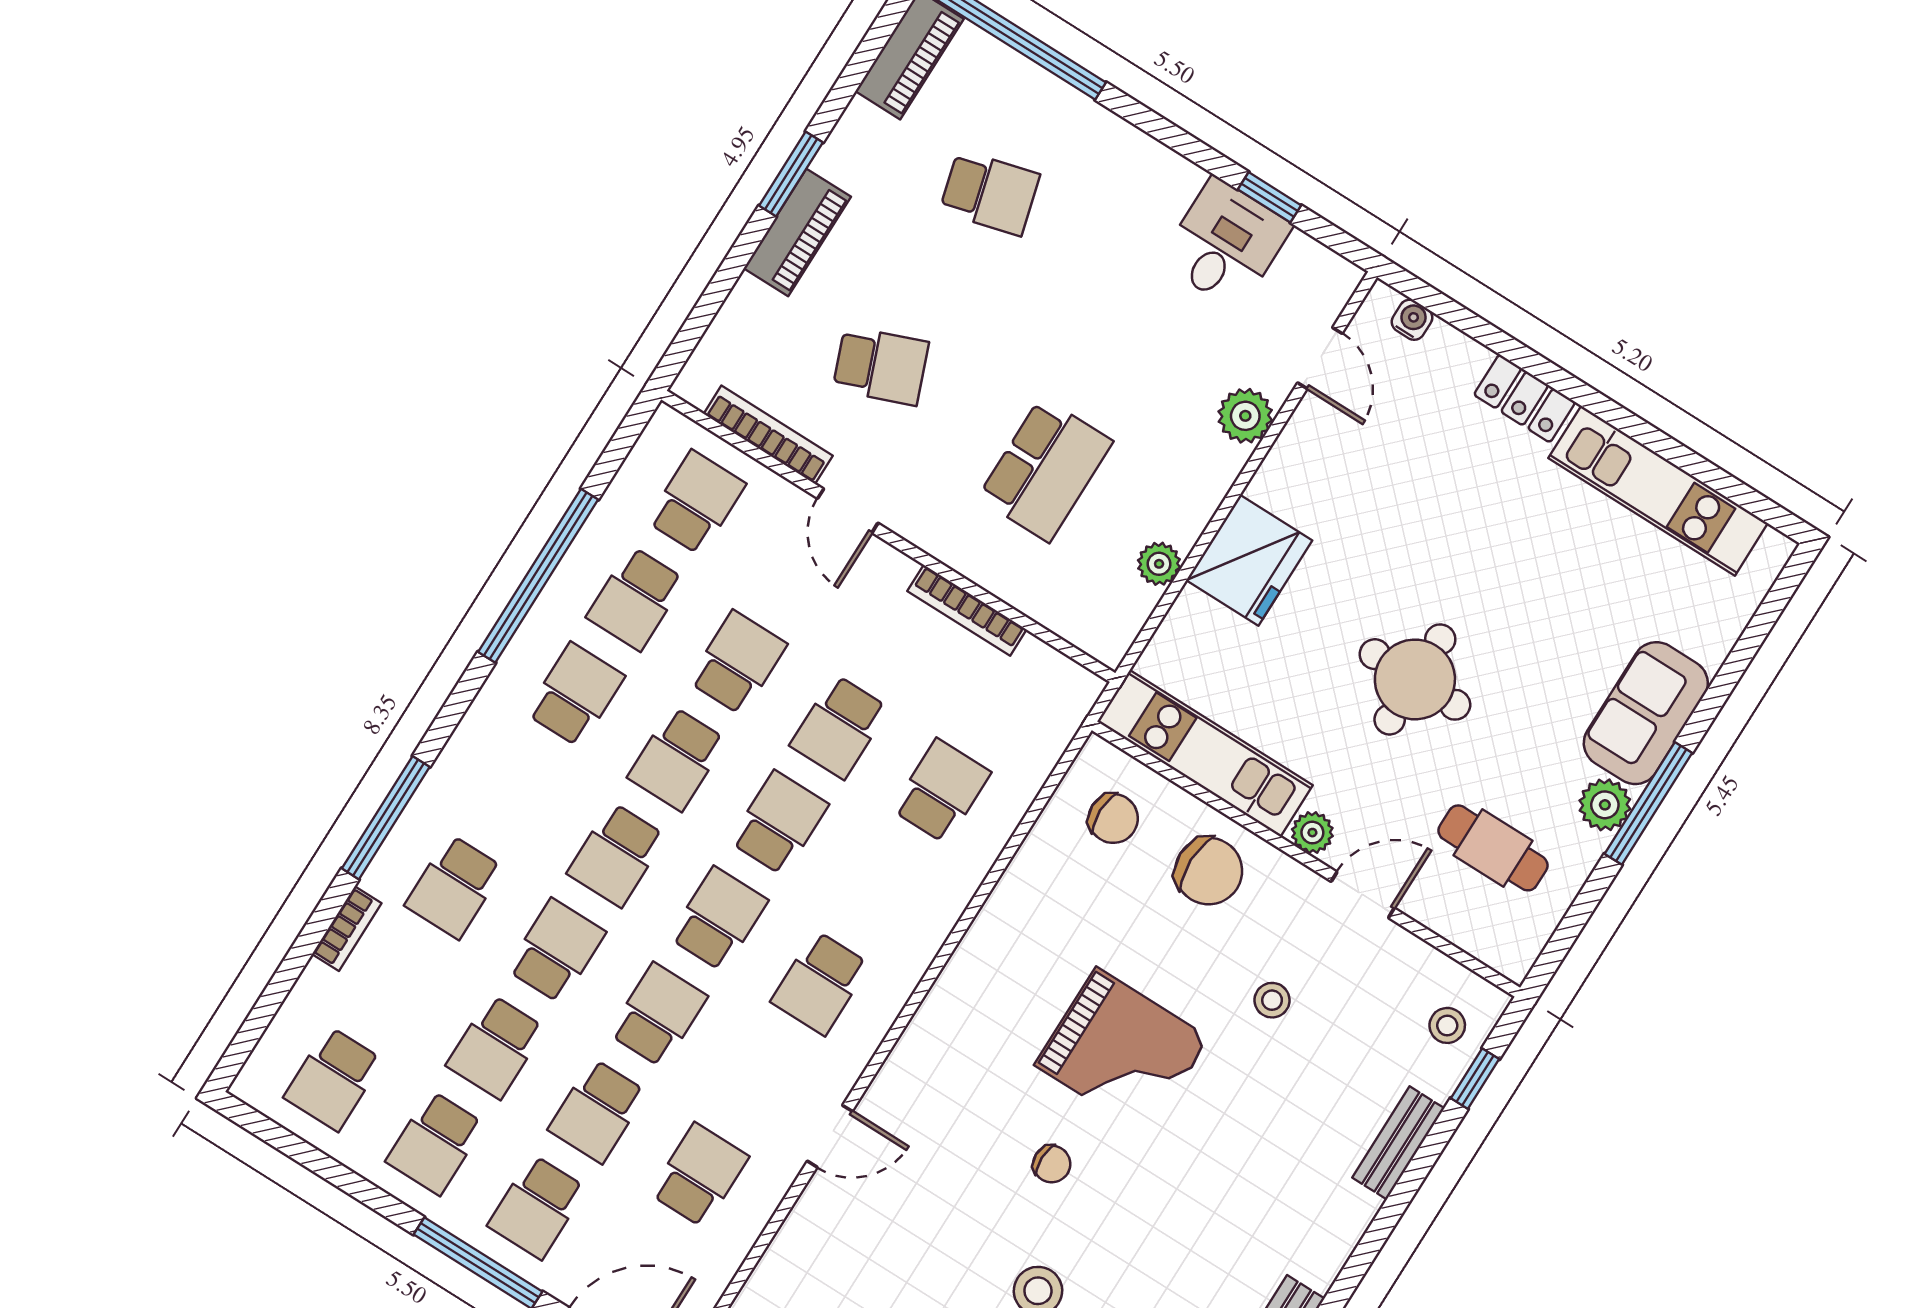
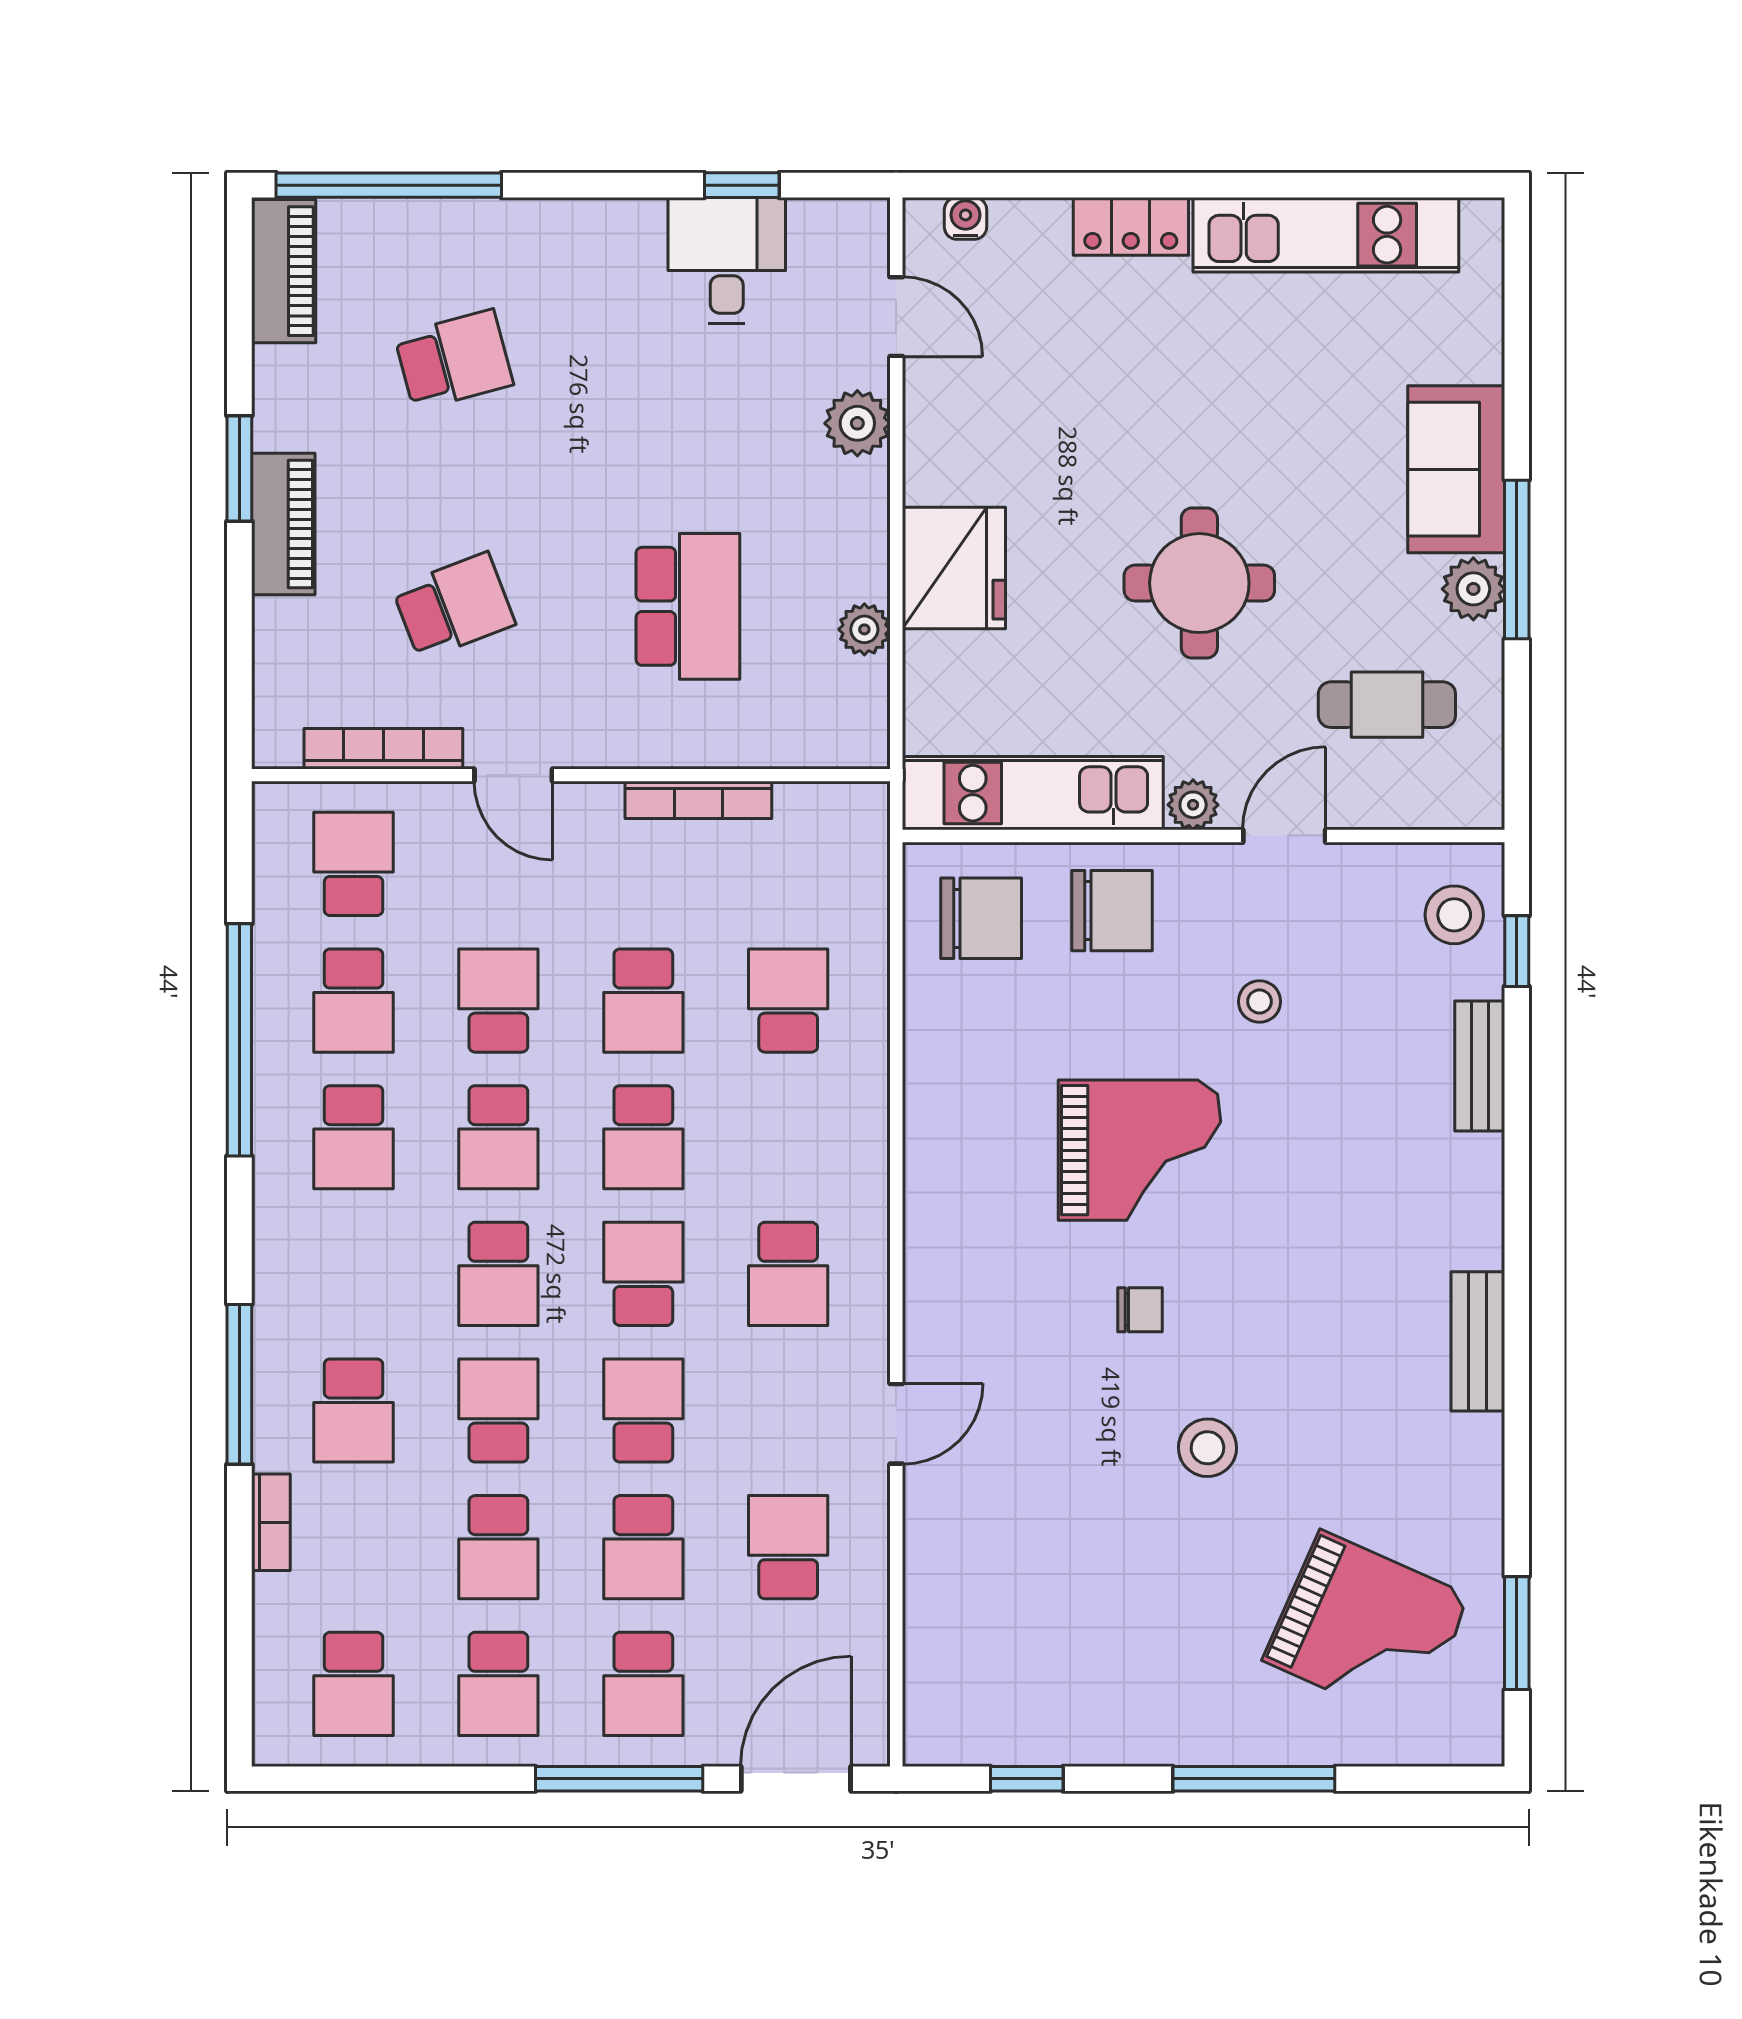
school desk: (575, 695) -> (353, 1137), turned 180
chair: (1113, 818) -> (981, 918), width x1.37, depth x1.37
school desk: (779, 823) -> (643, 1137), turned 180
stool: (1447, 1025) -> (1454, 915), width x1.37, depth x1.37

